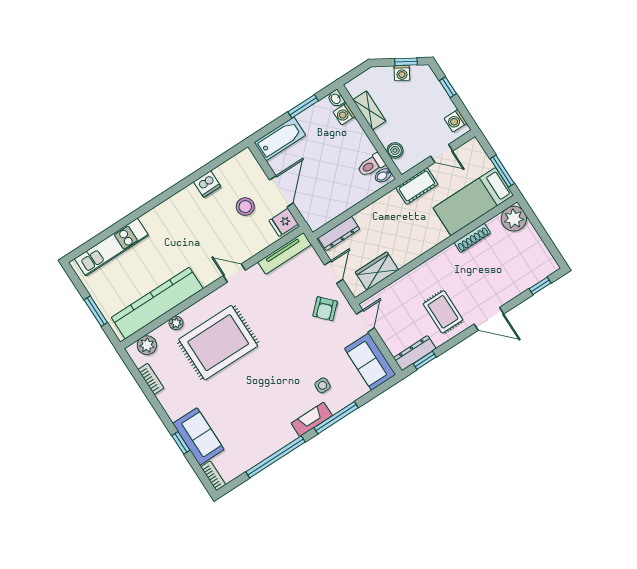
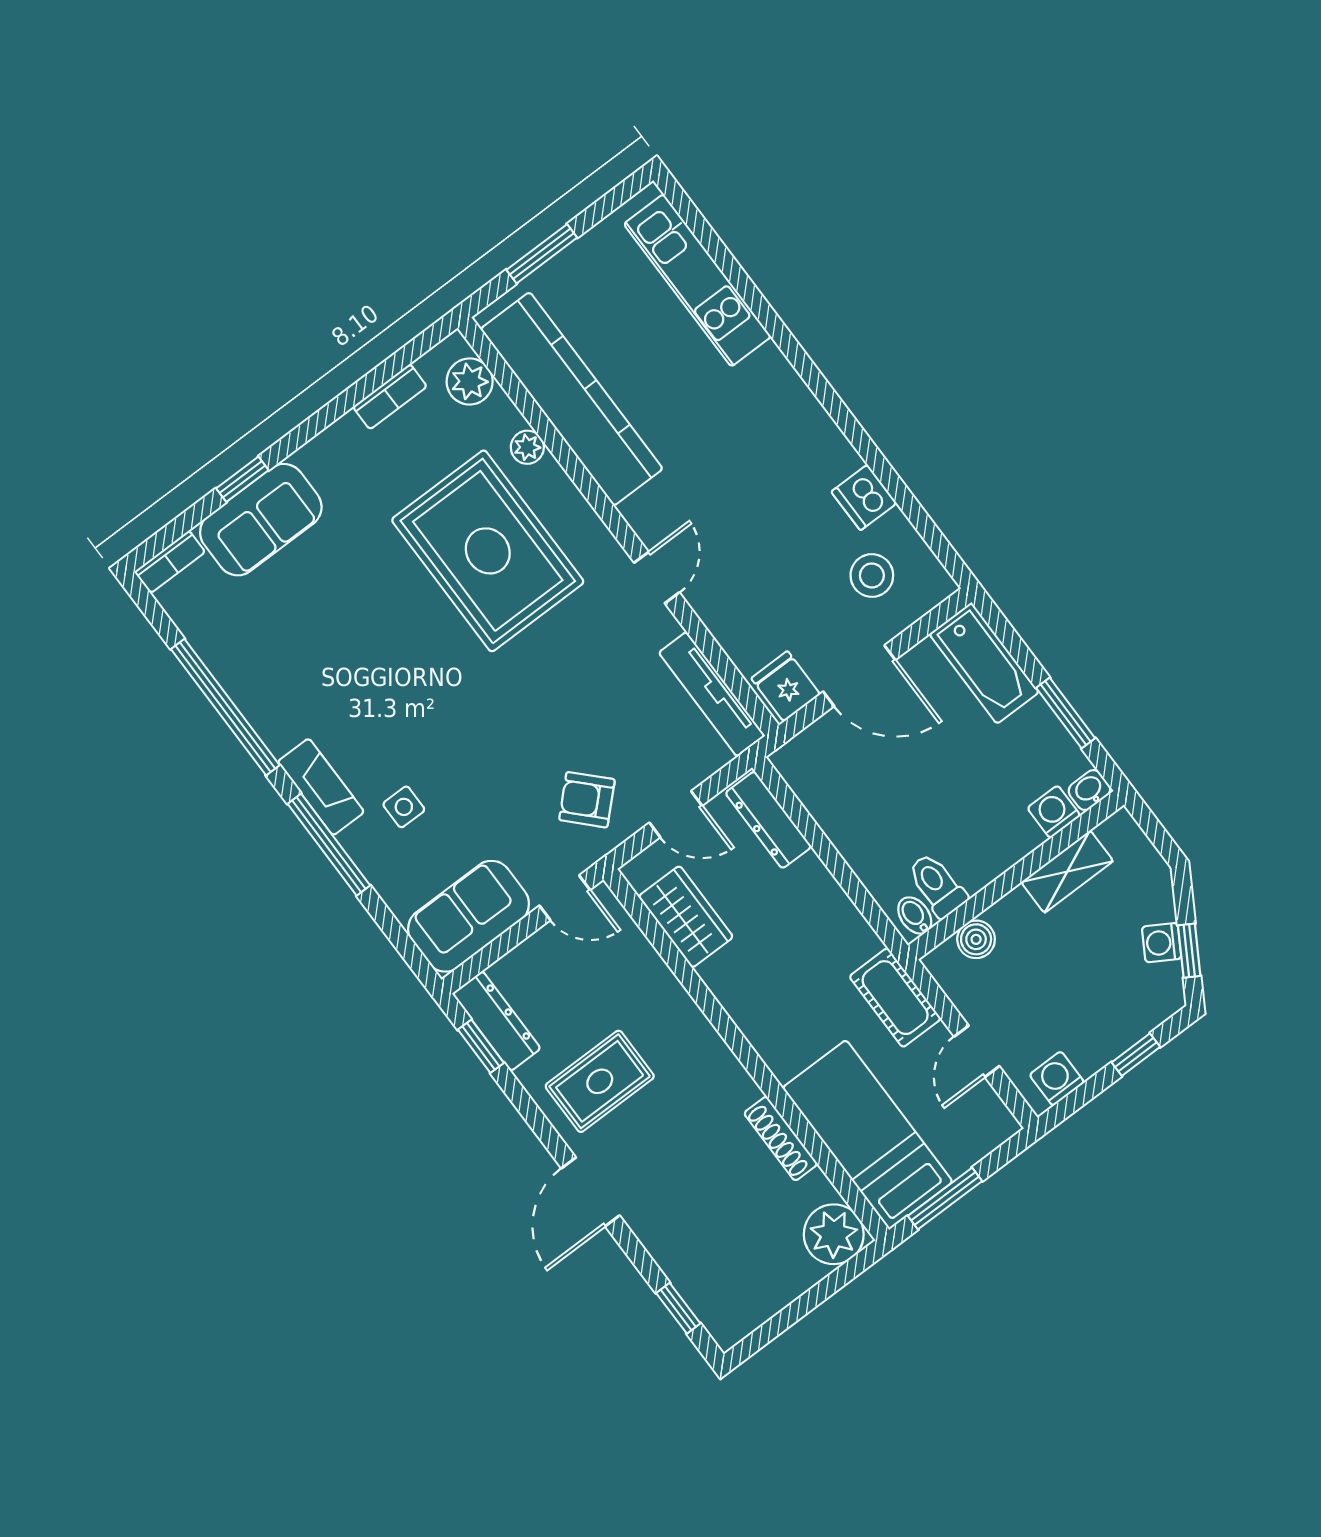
stool: (245, 207) -> (872, 575), moved

